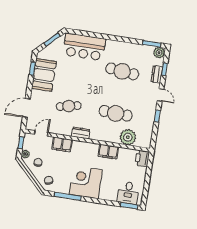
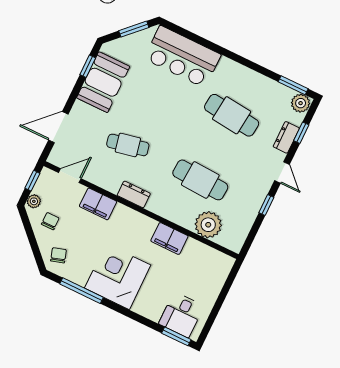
printer: (142, 158) -> (221, 266), removed

